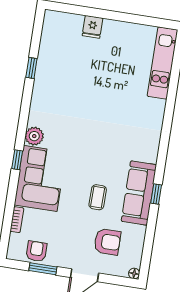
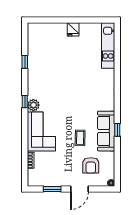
fridge: (92, 27) -> (73, 29), moved
window: (17, 160) -> (25, 102), moved
armchair: (107, 242) -> (91, 165), turned 90
armchair: (36, 251) -> (46, 179), removed

